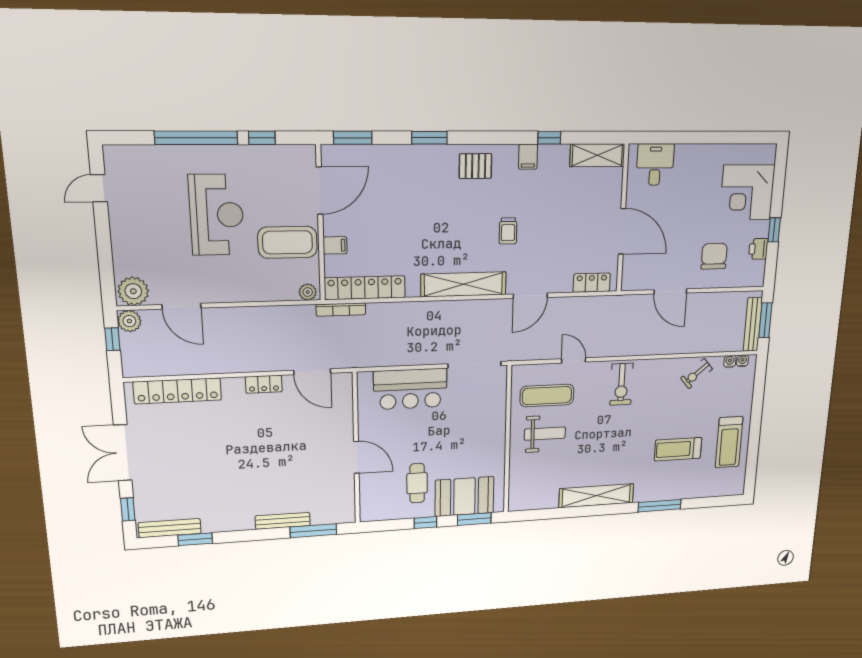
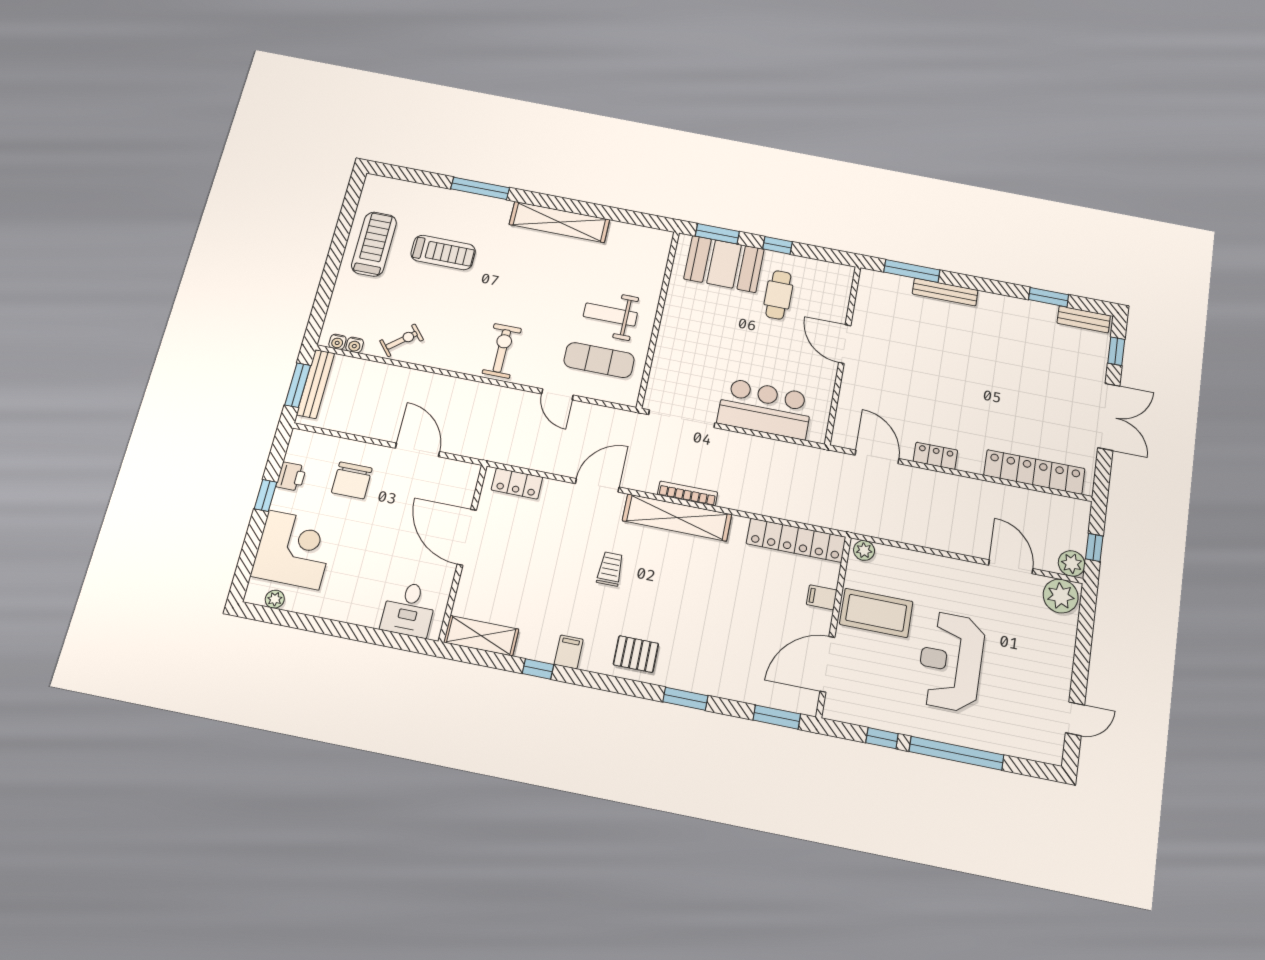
plant: (754, 151) -> (275, 599), added
bookcase: (341, 309) -> (688, 493), moved
bench: (170, 528) -> (1084, 319), width x0.73

